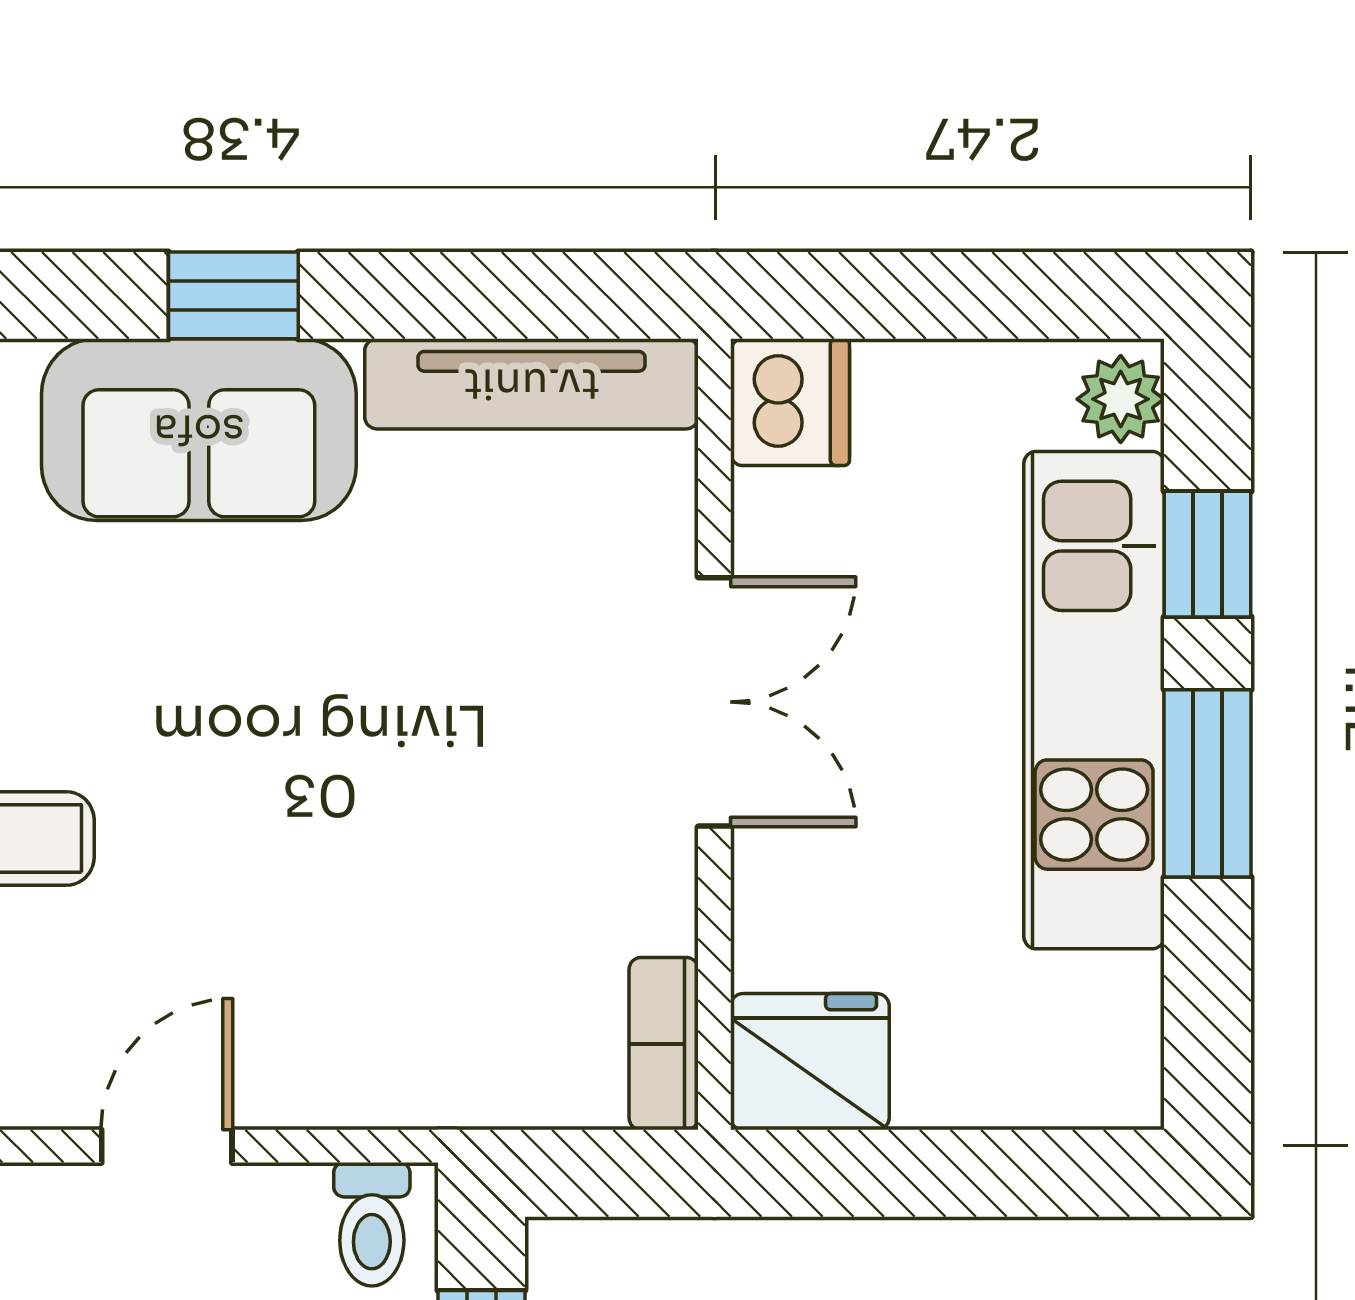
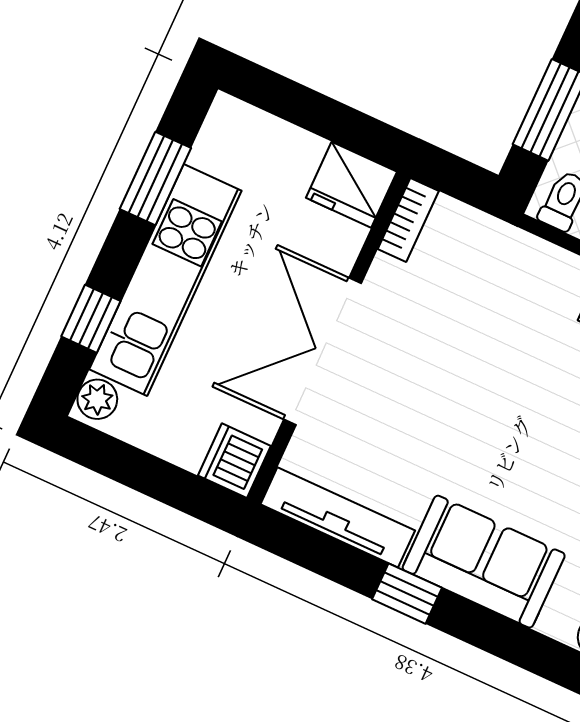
window: (233, 295) -> (407, 594), moved
double door: (714, 702) -> (323, 351), width x1.37
window: (1208, 783) -> (155, 178), moved

